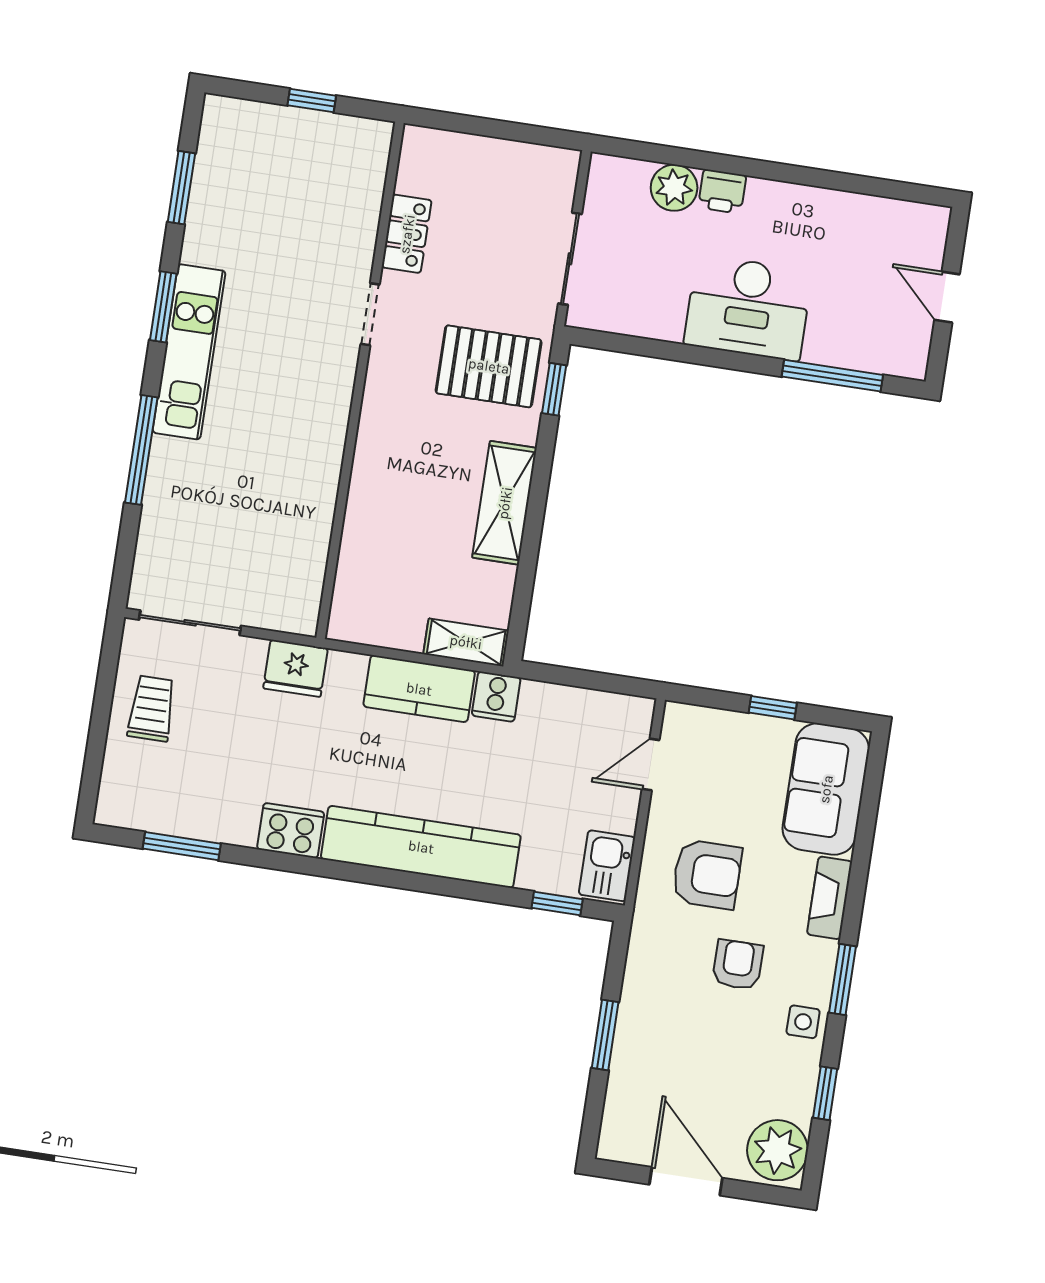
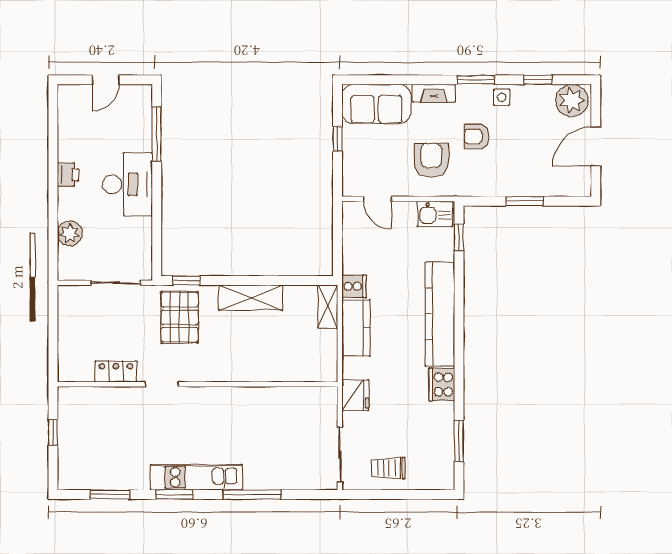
printer: (722, 191) -> (68, 175), moved

